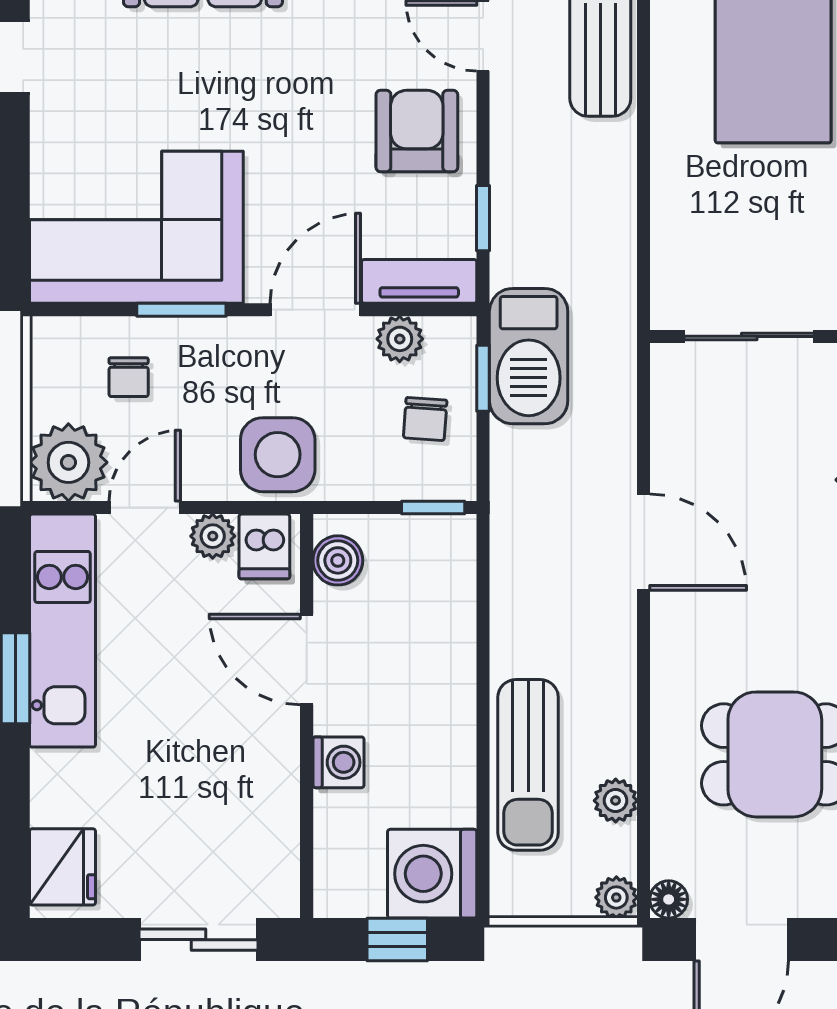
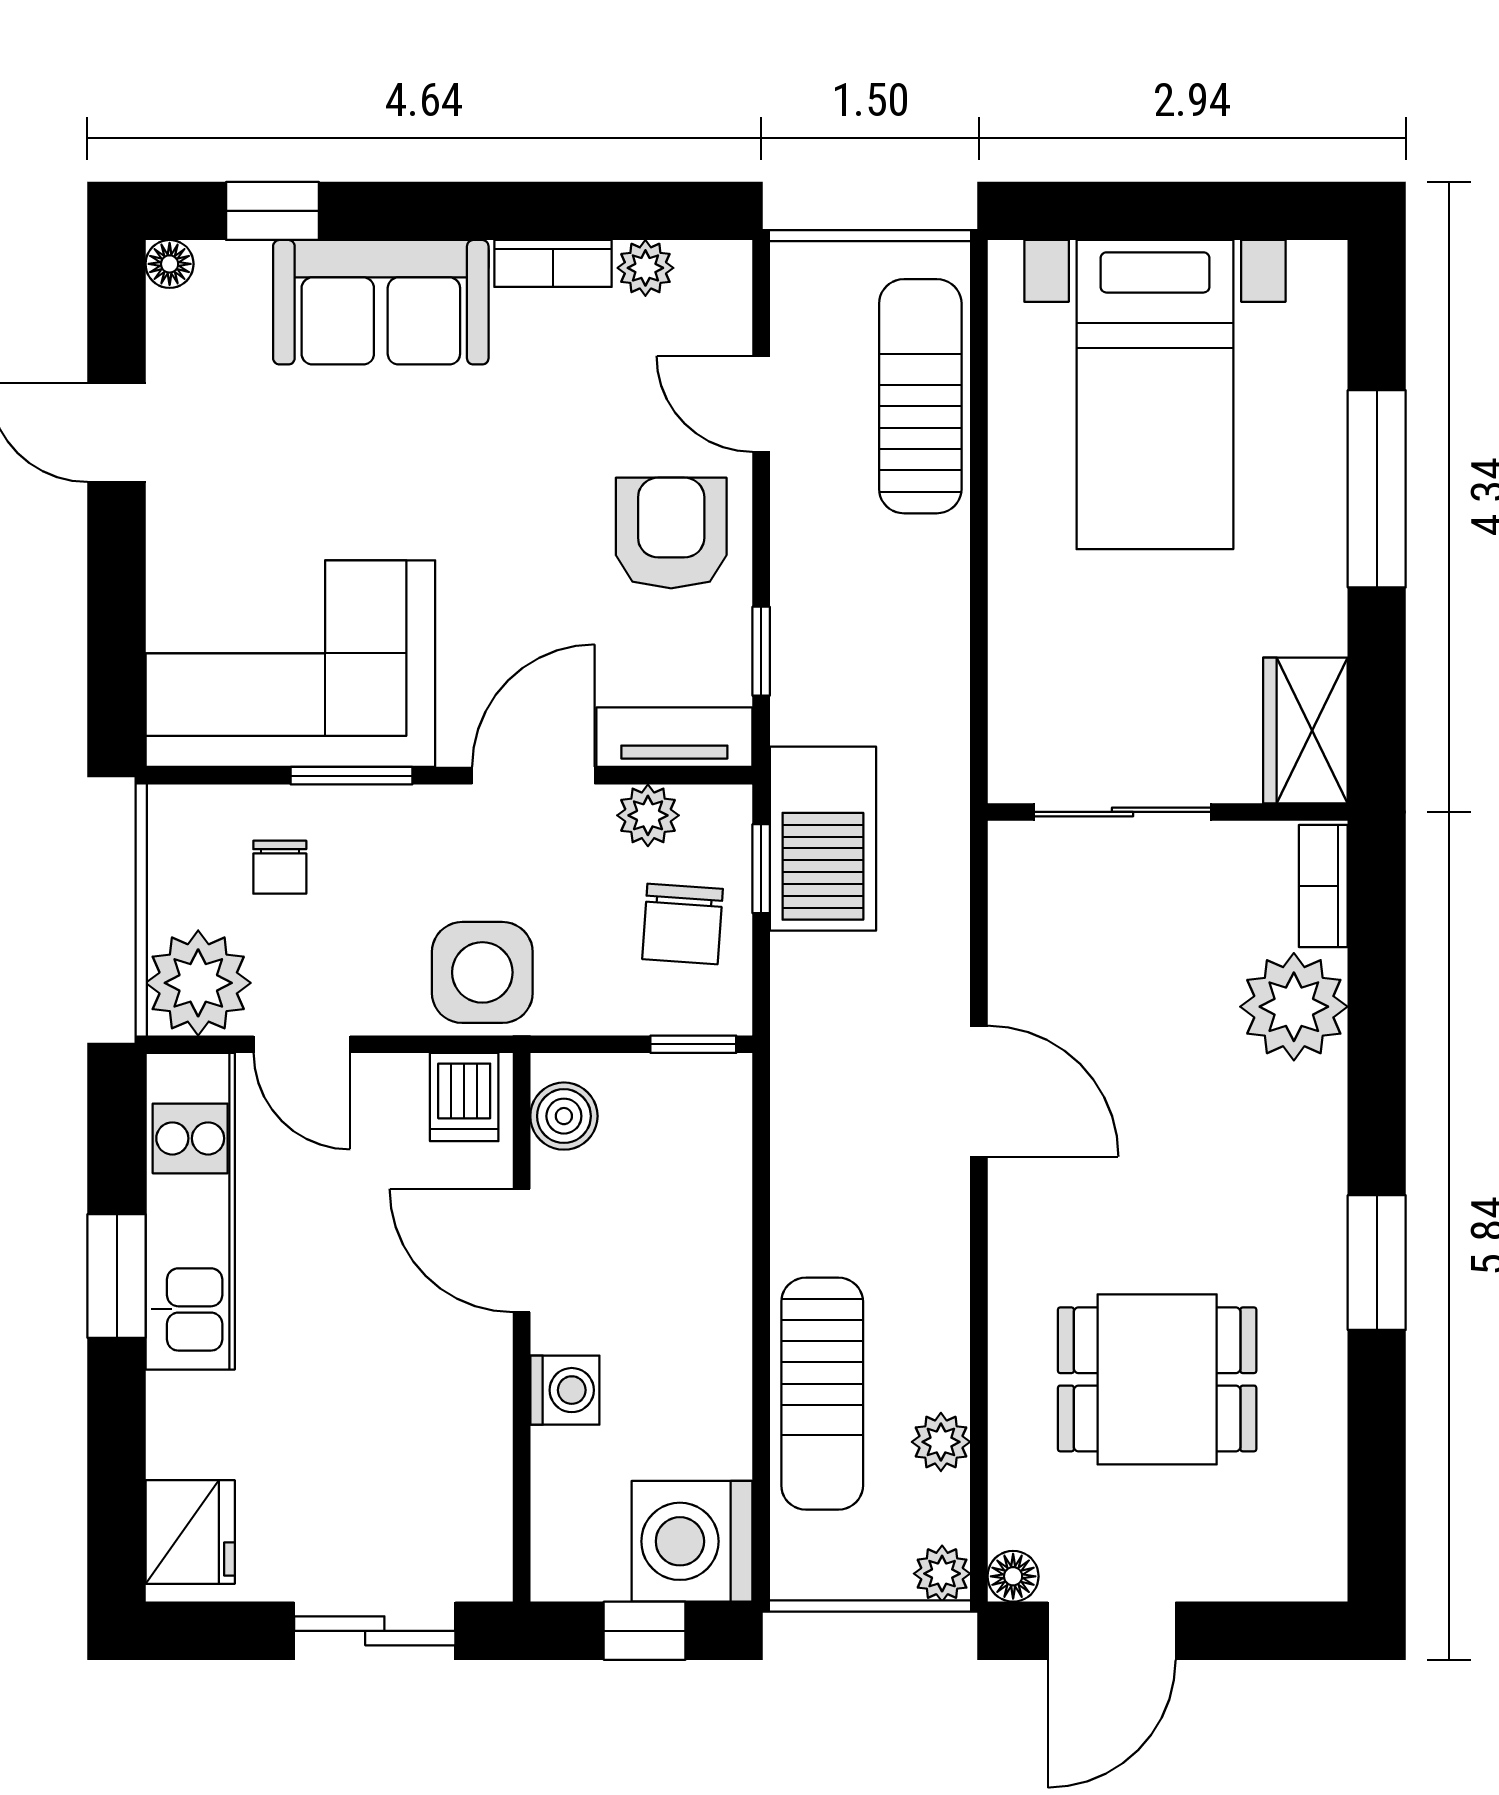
chair: (425, 419) -> (683, 924), width x1.37, depth x1.37
door: (145, 508) -> (302, 1044), swing flipped
plant: (213, 536) -> (394, 1083), removed

